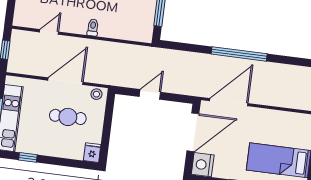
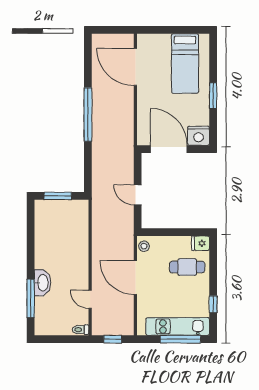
toilet: (93, 27) -> (81, 330), moved
door: (229, 102) -> (135, 67), moved
cafe table: (68, 117) -> (187, 267), moved, turned 90

